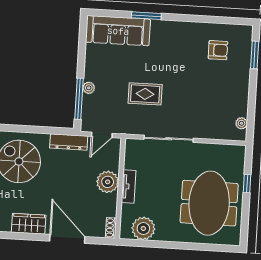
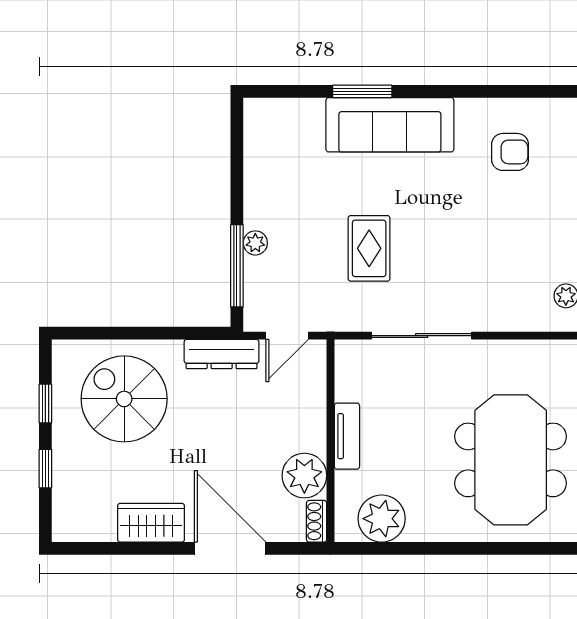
sofa: (118, 31) -> (390, 125), moved
rug: (145, 94) -> (369, 248), turned 90
plant: (108, 182) -> (304, 476), moved

